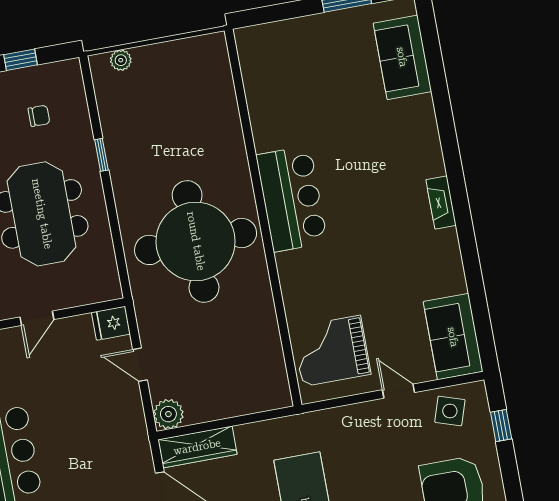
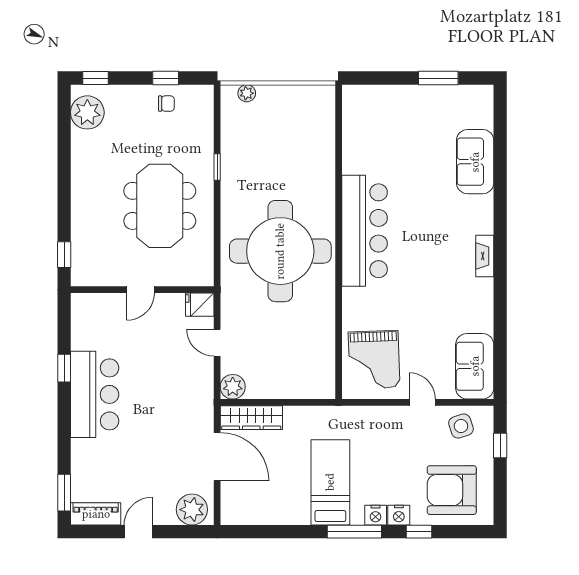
sofa: (402, 57) -> (475, 162), moved
chair: (39, 116) -> (166, 104), moved
bar counter: (292, 199) -> (365, 231), width x1.36
grand piano: (331, 351) -> (374, 360), turned -92
side table: (450, 411) -> (461, 426), turned -36

